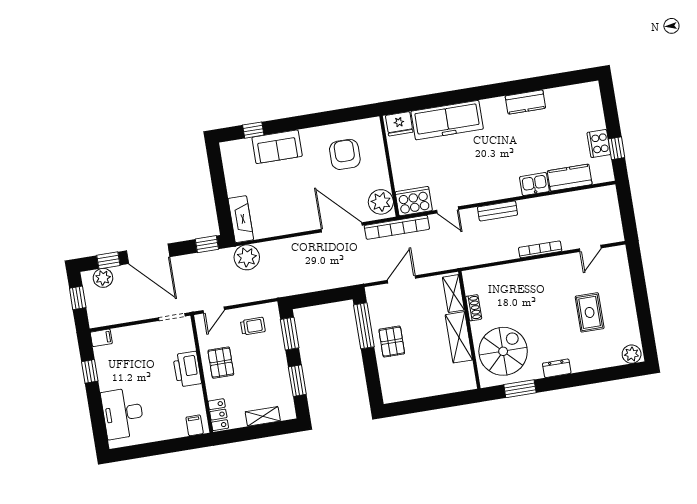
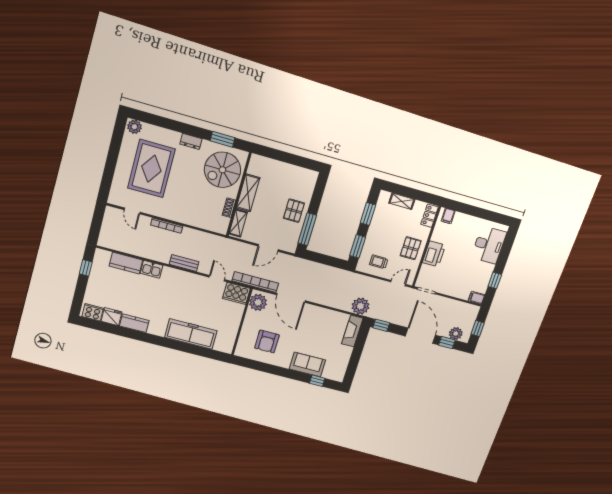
fridge: (399, 124) -> (112, 317), moved
cooker: (599, 144) -> (93, 312), moved, turned -90
door: (590, 248) -> (132, 211), swing flipped
rug: (590, 312) -> (151, 169), width x1.86, depth x2.06

